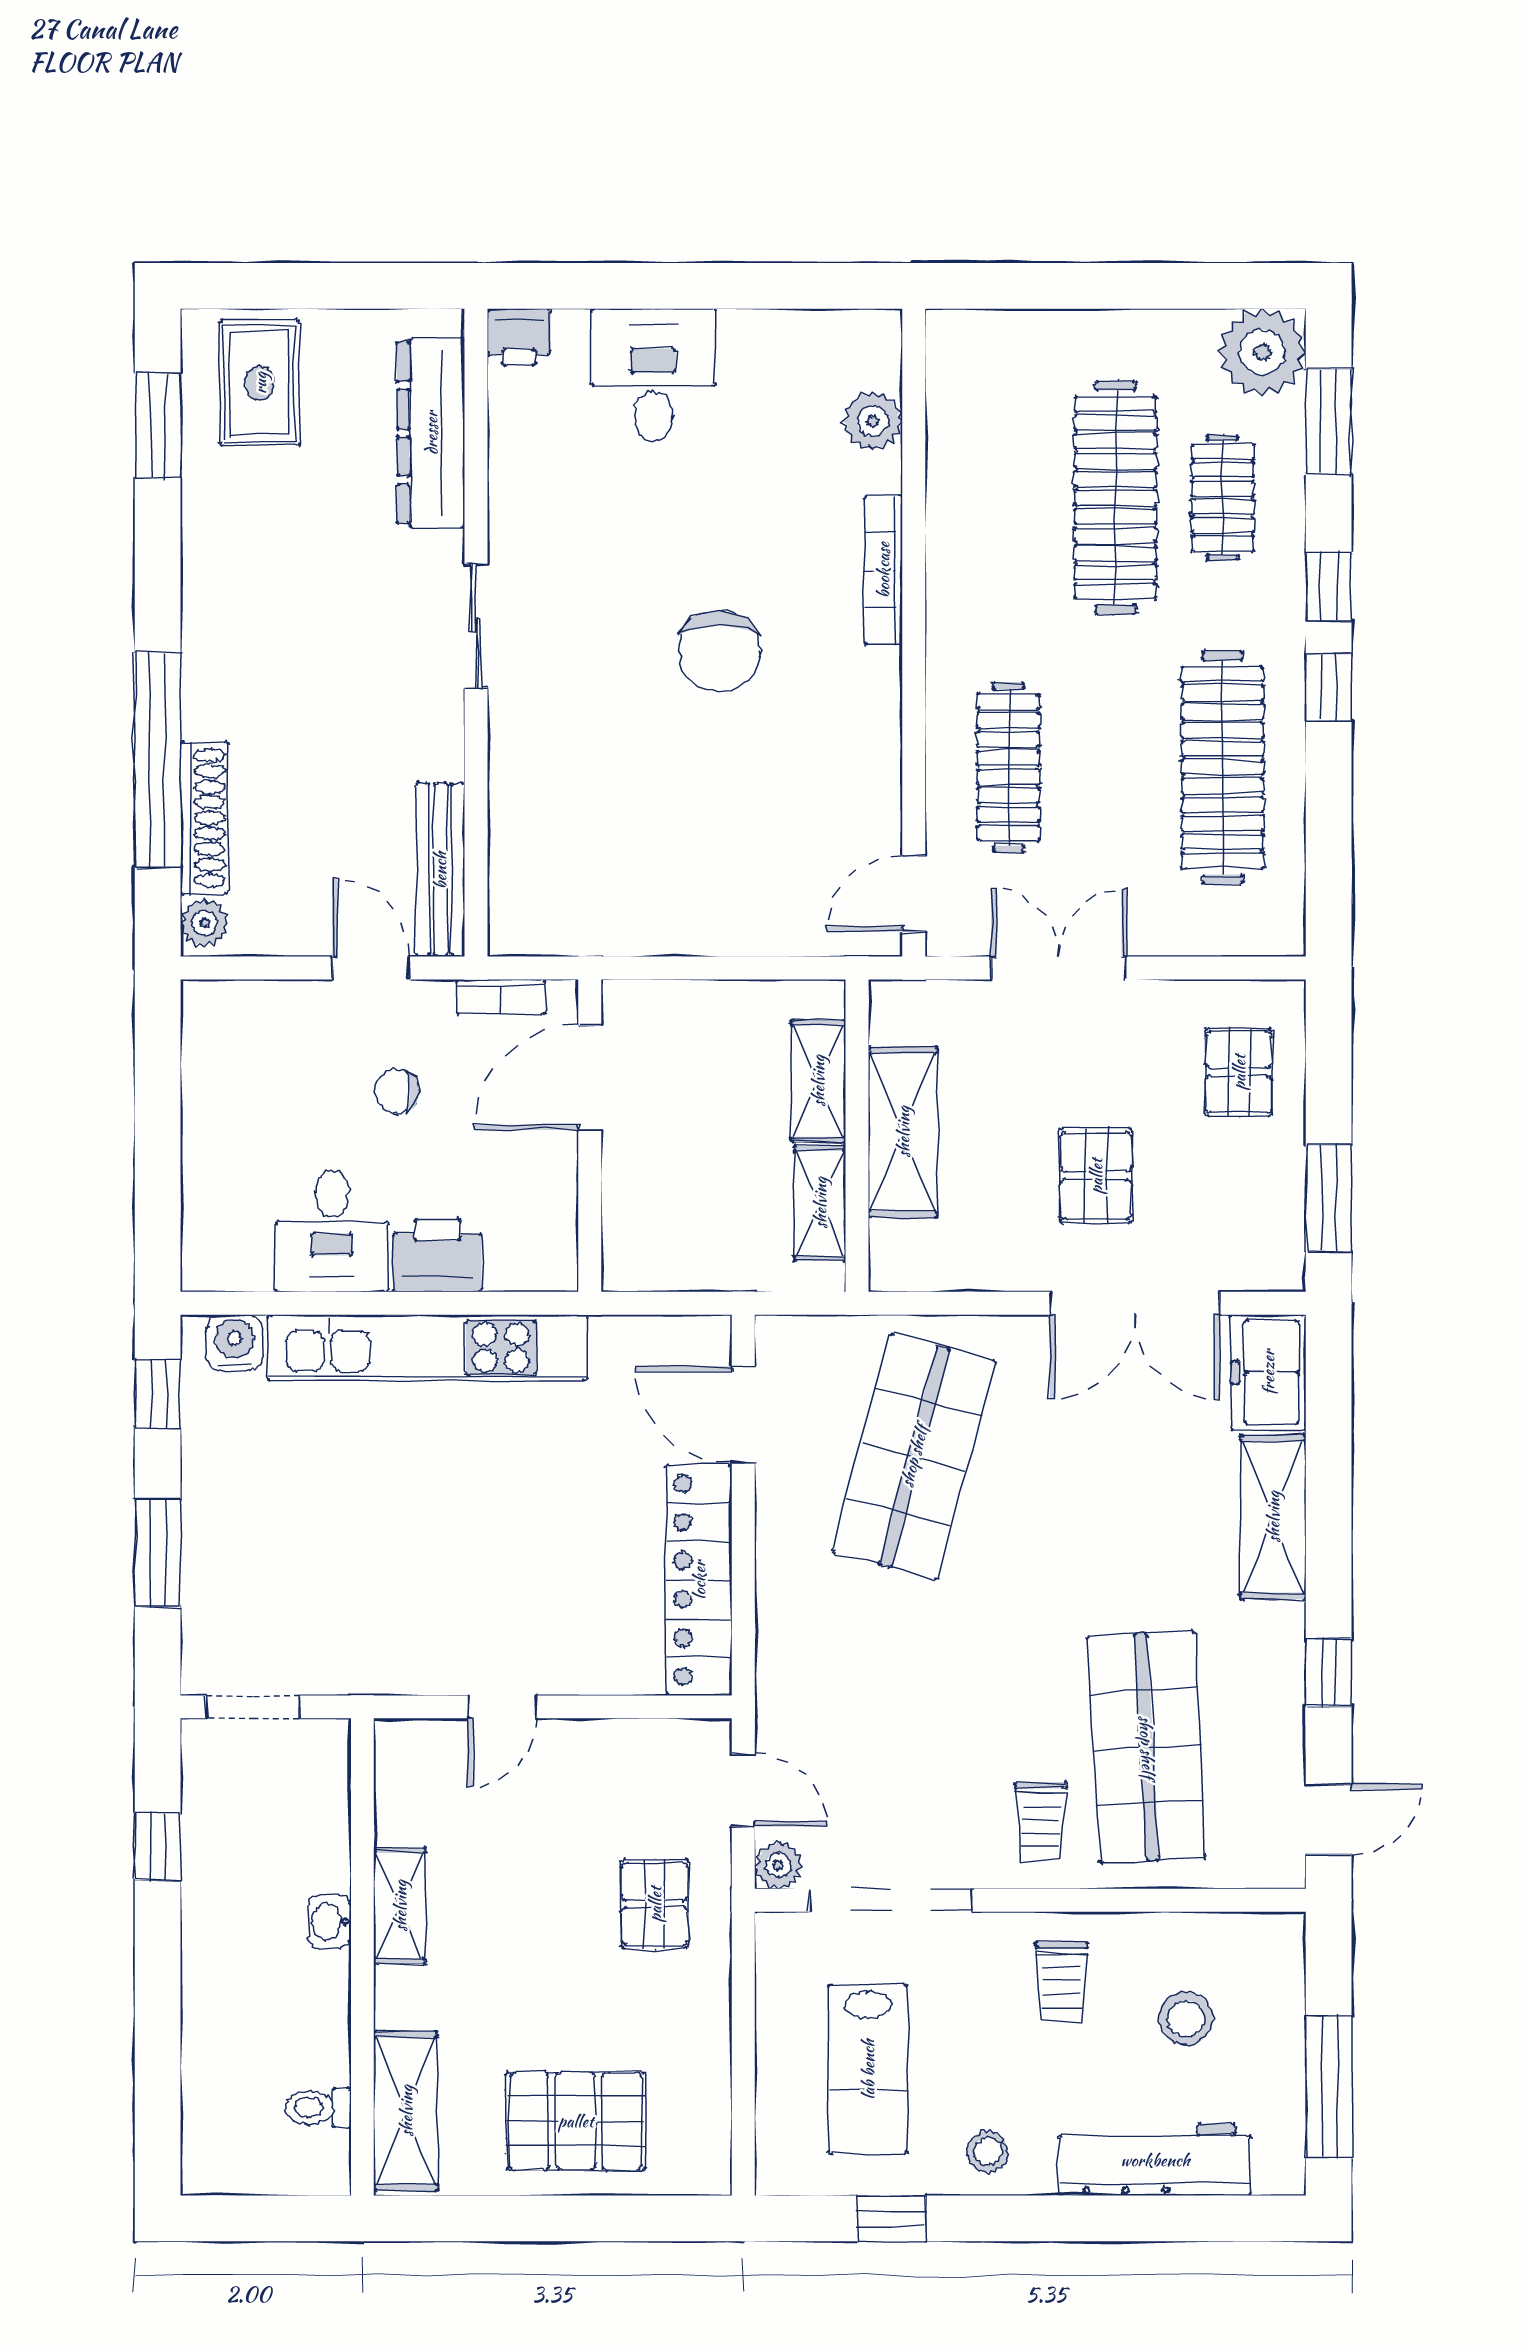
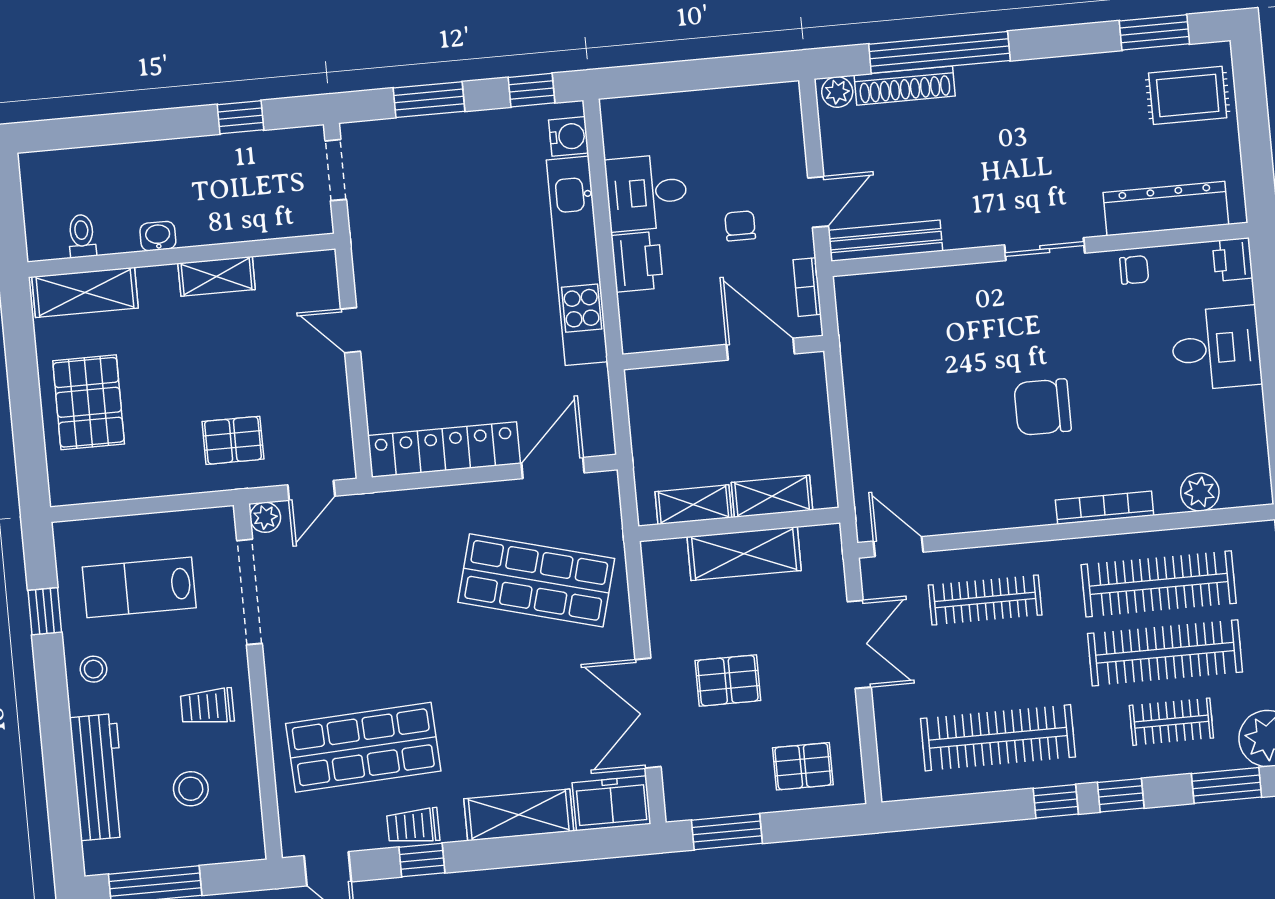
chair: (521, 490) -> (1134, 270), added
clothes rail: (1008, 498) -> (1159, 584), added
trolley: (1041, 1821) -> (413, 826), moved
washbasin: (329, 1921) -> (158, 236), moved

